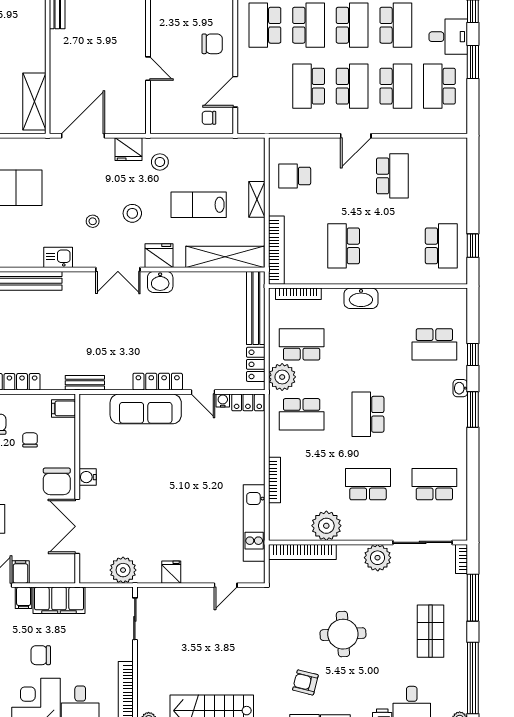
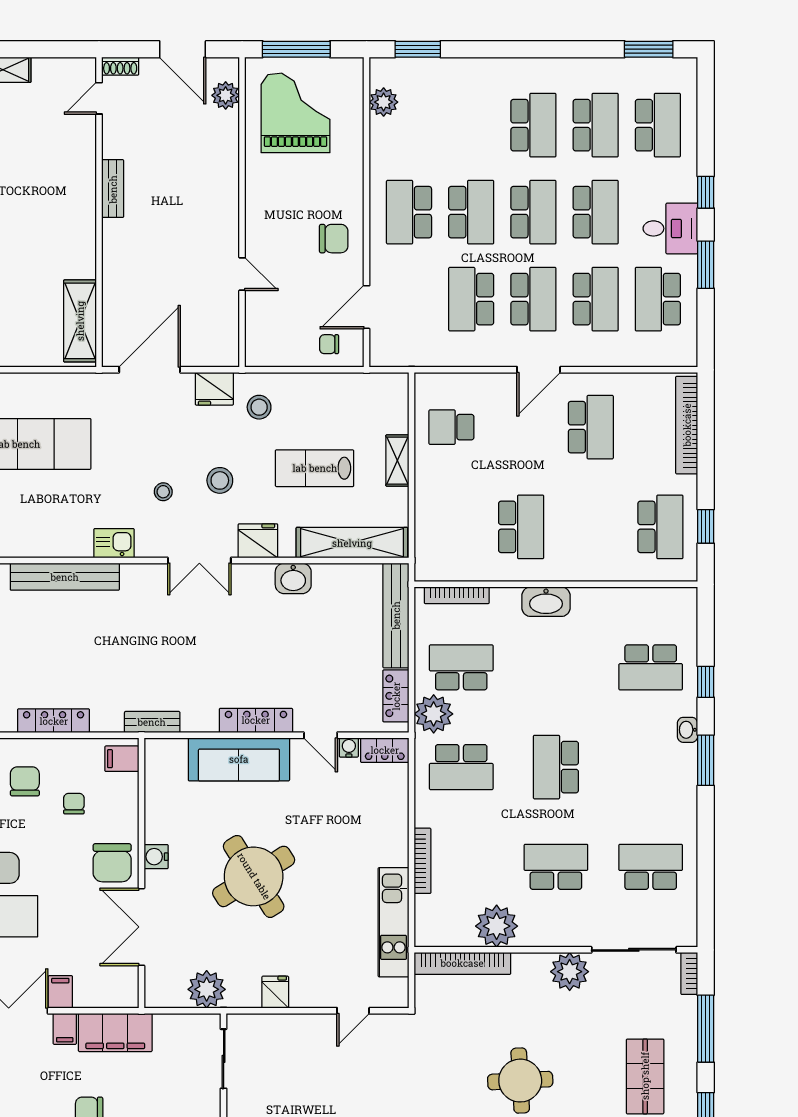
school desk: (344, 246) -> (521, 527), turned 180
bookcase: (276, 250) -> (687, 425), moved, turned 180
washbasin: (160, 282) -> (293, 578), moved
round table: (156, 491) -> (254, 876), added

